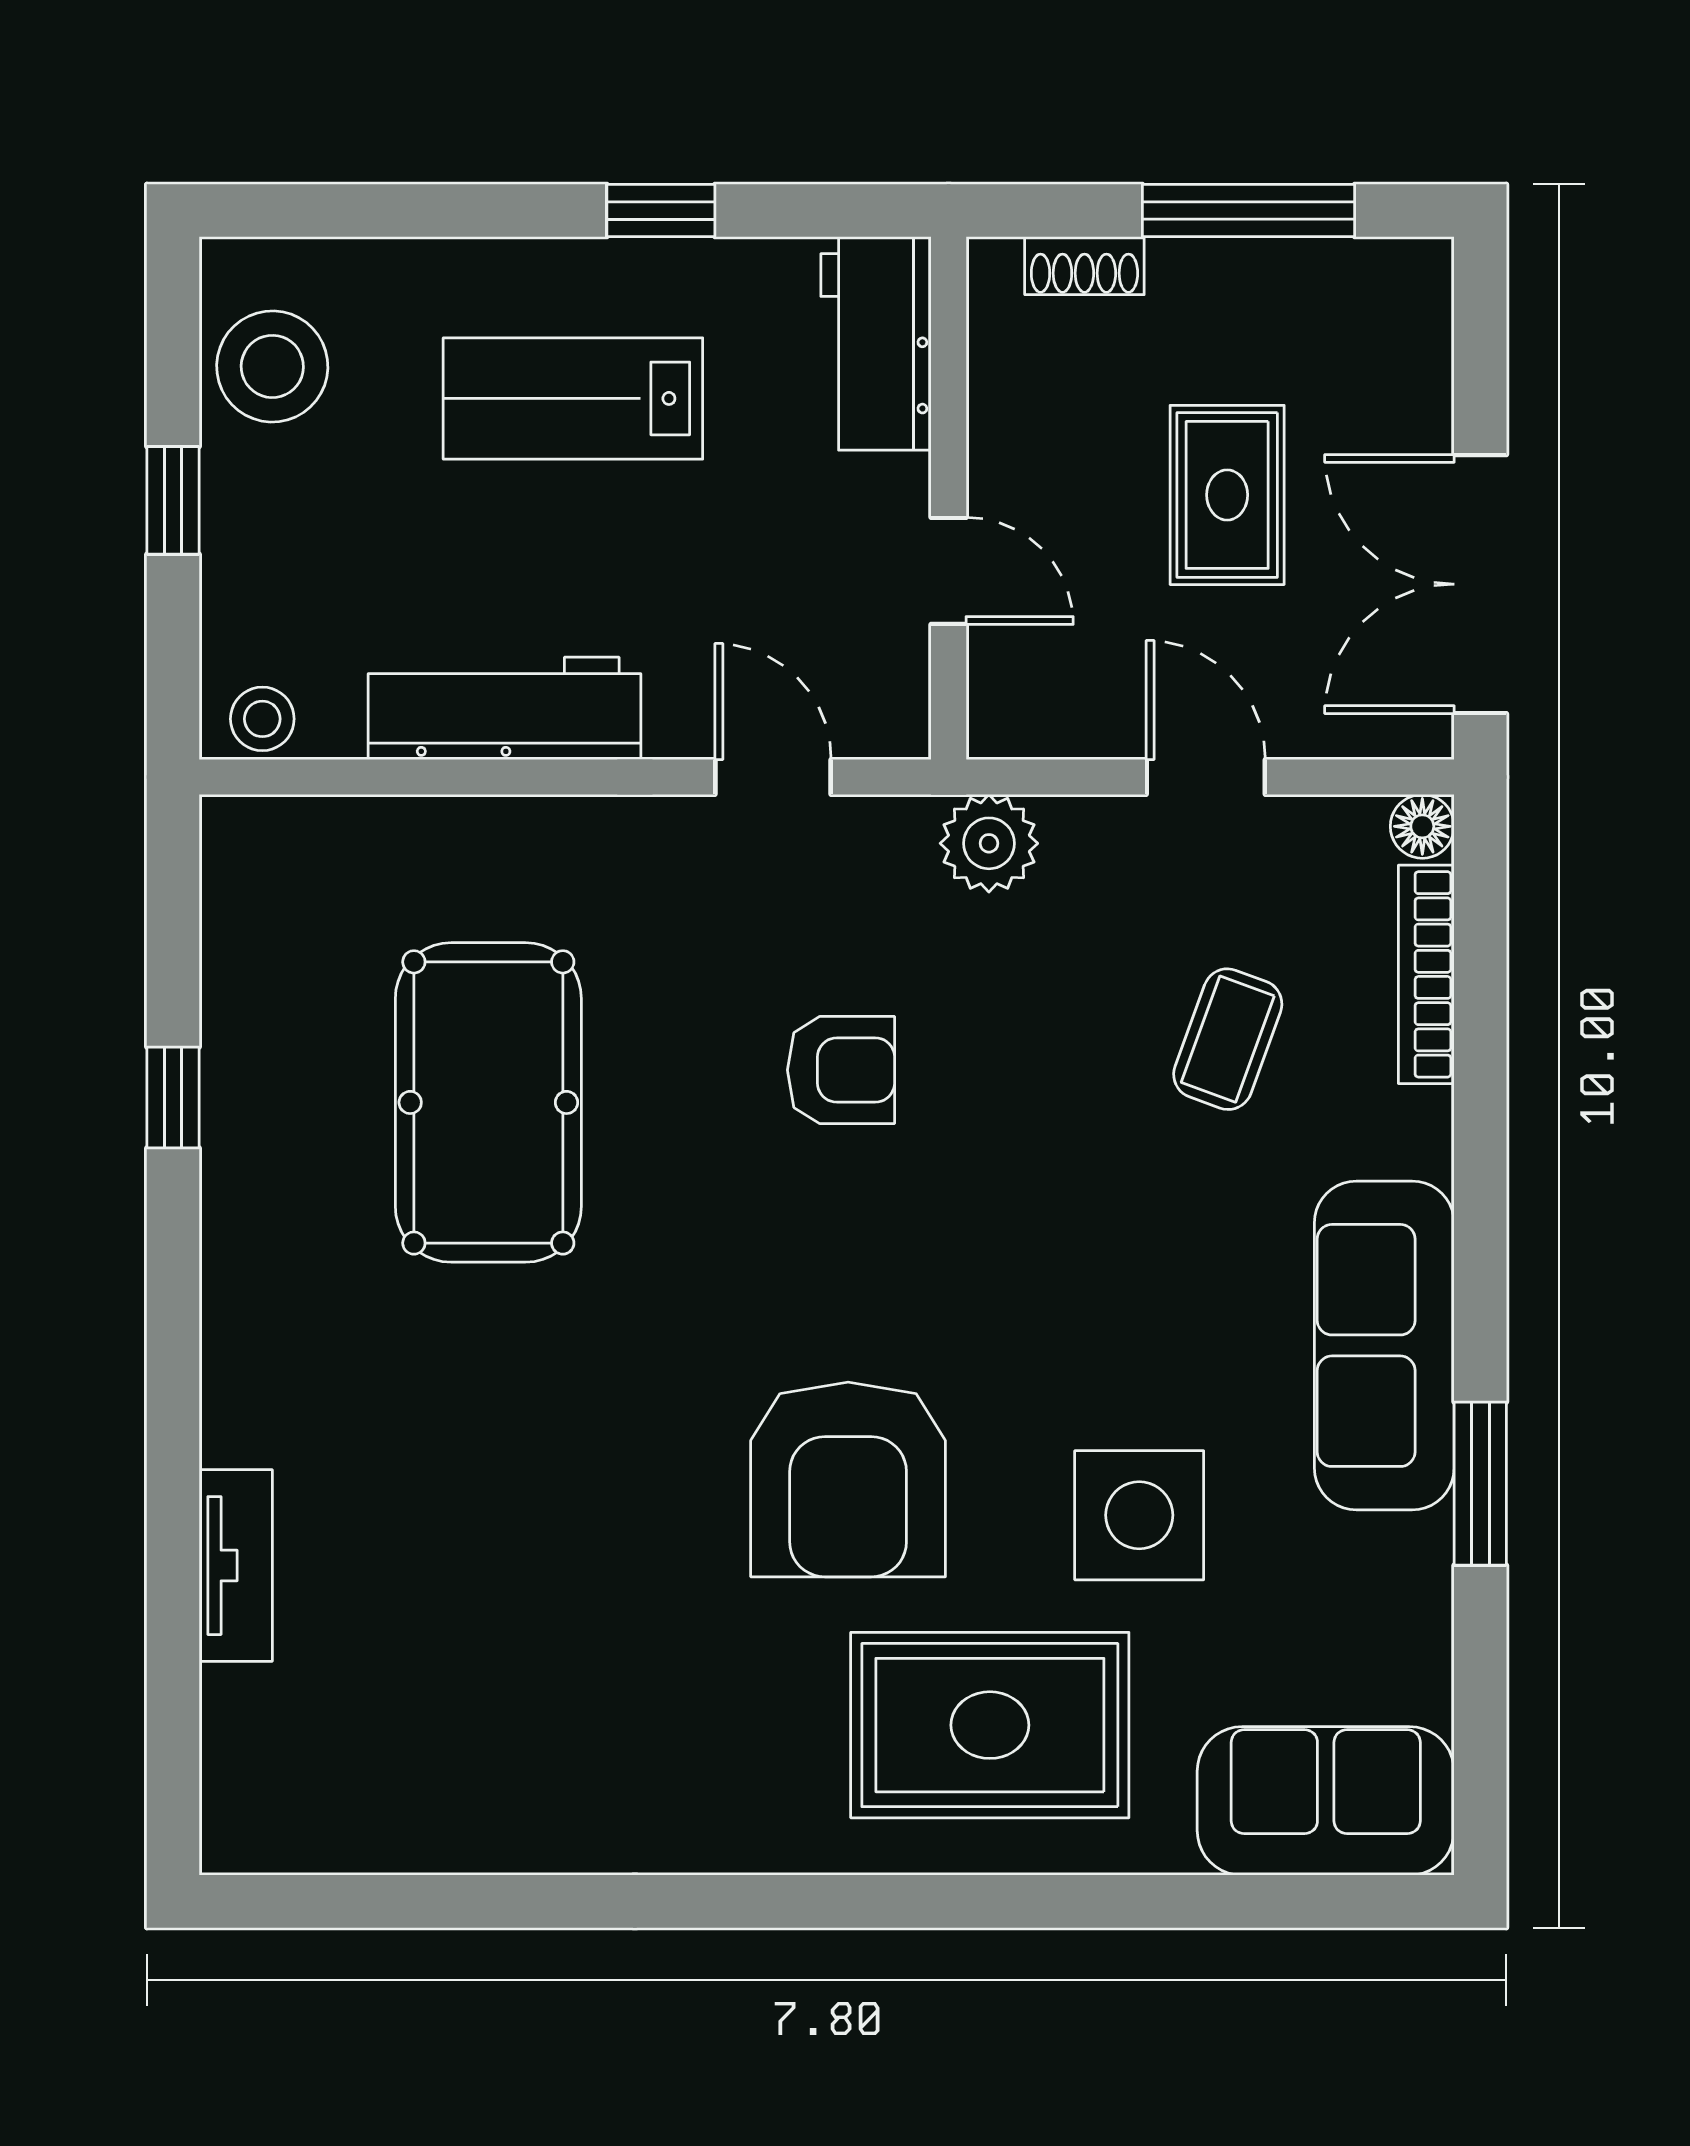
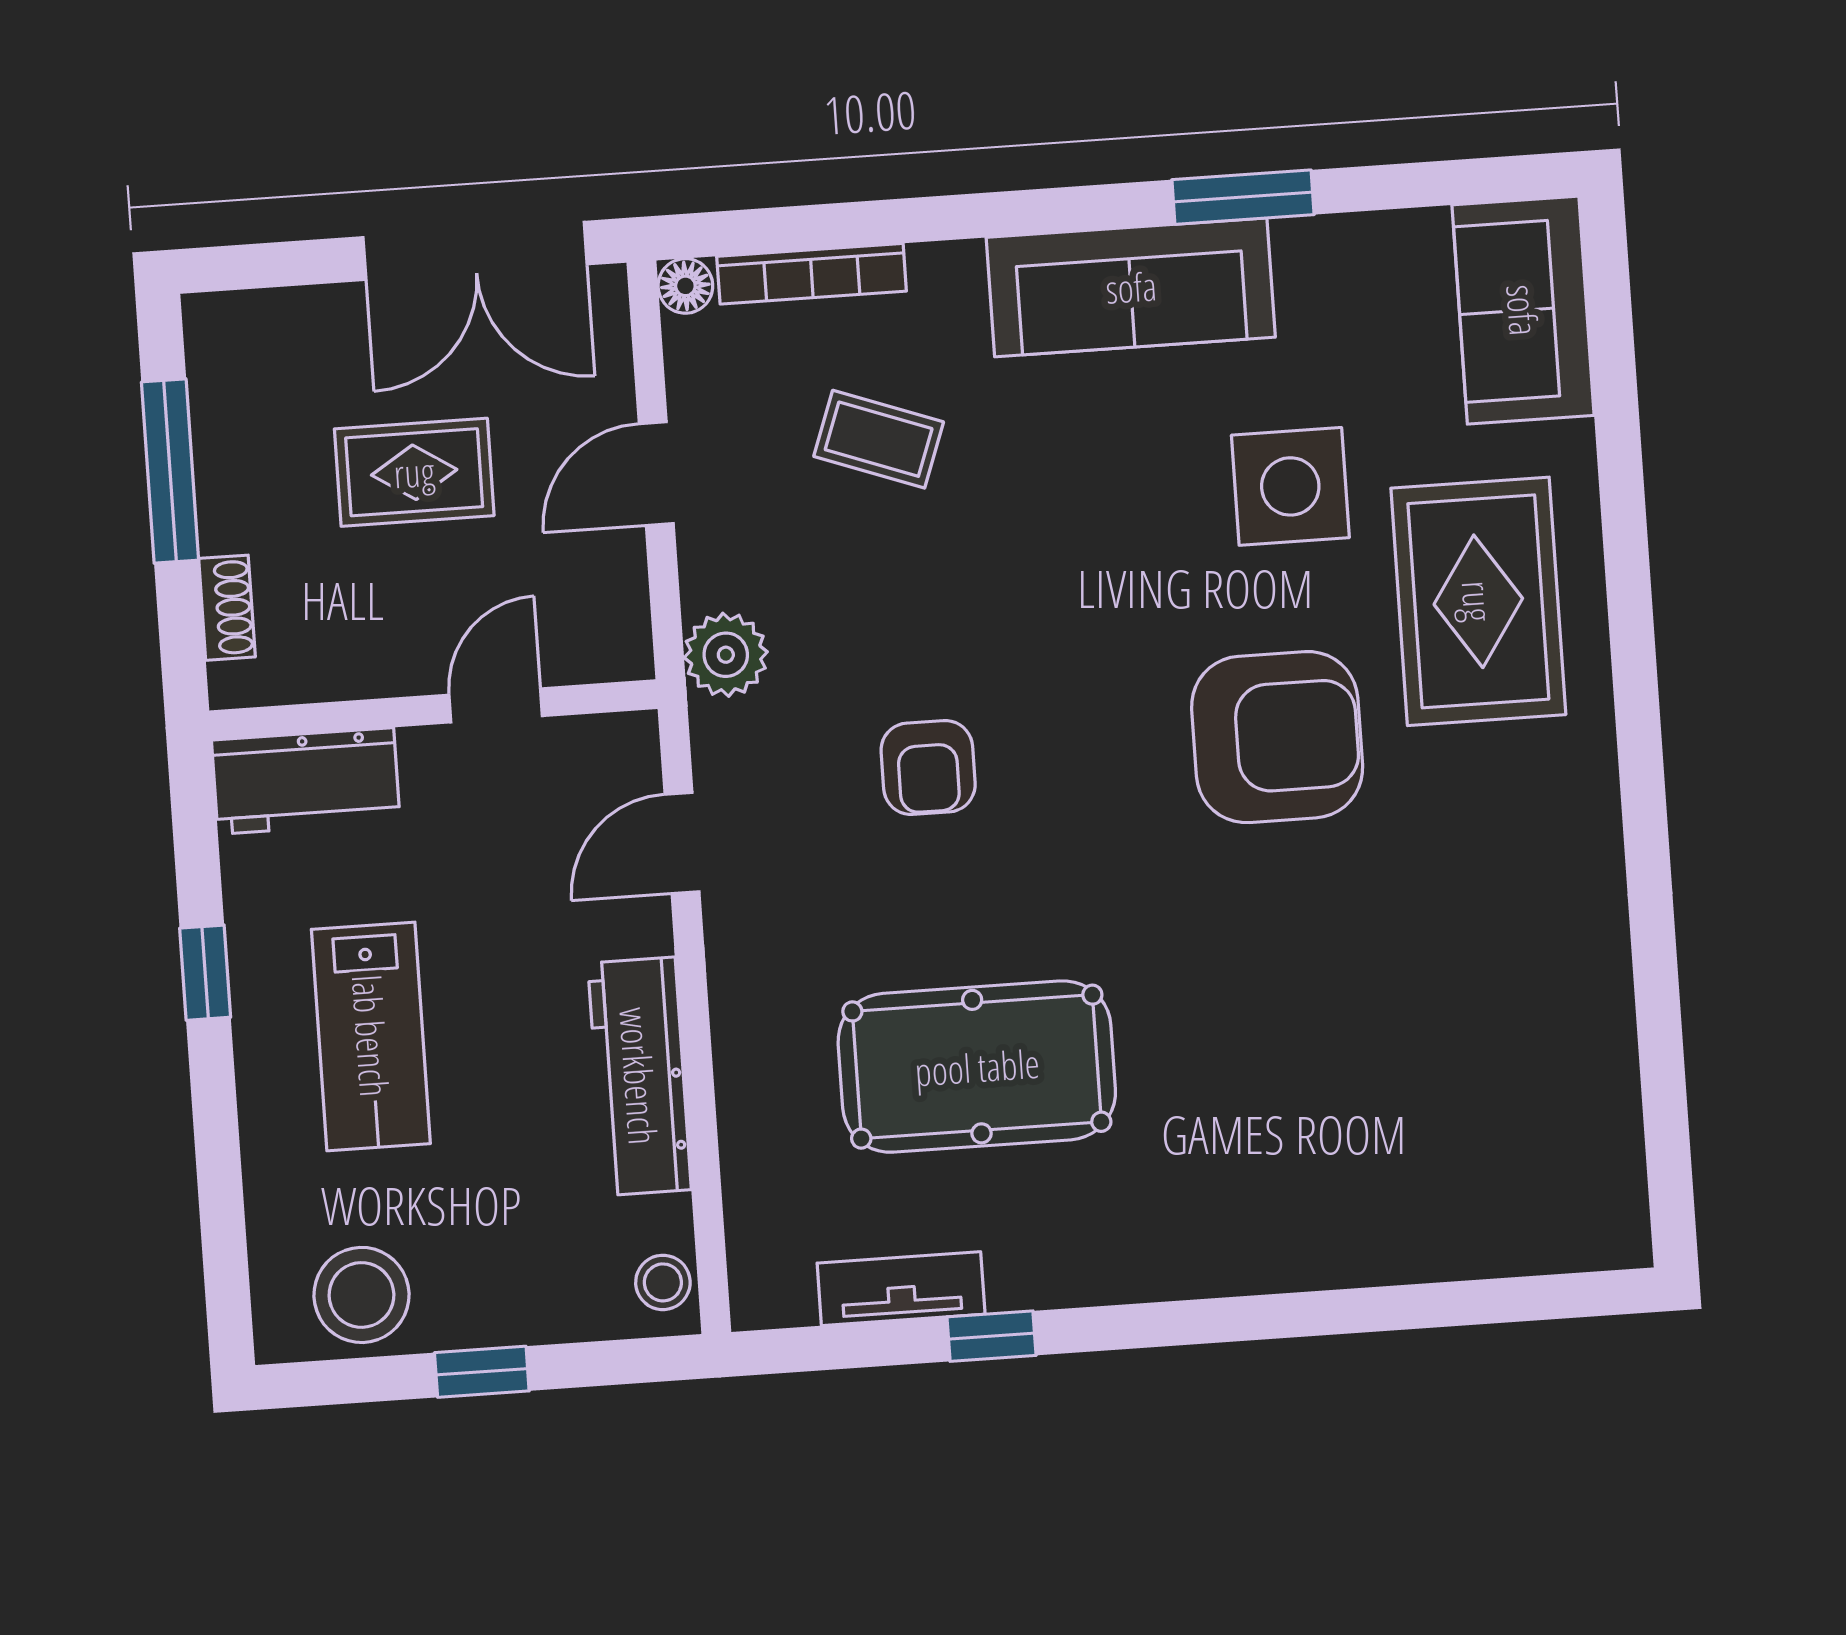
armchair: (841, 1070) -> (928, 767), turned 180
tv unit: (236, 1566) -> (901, 1289), moved

